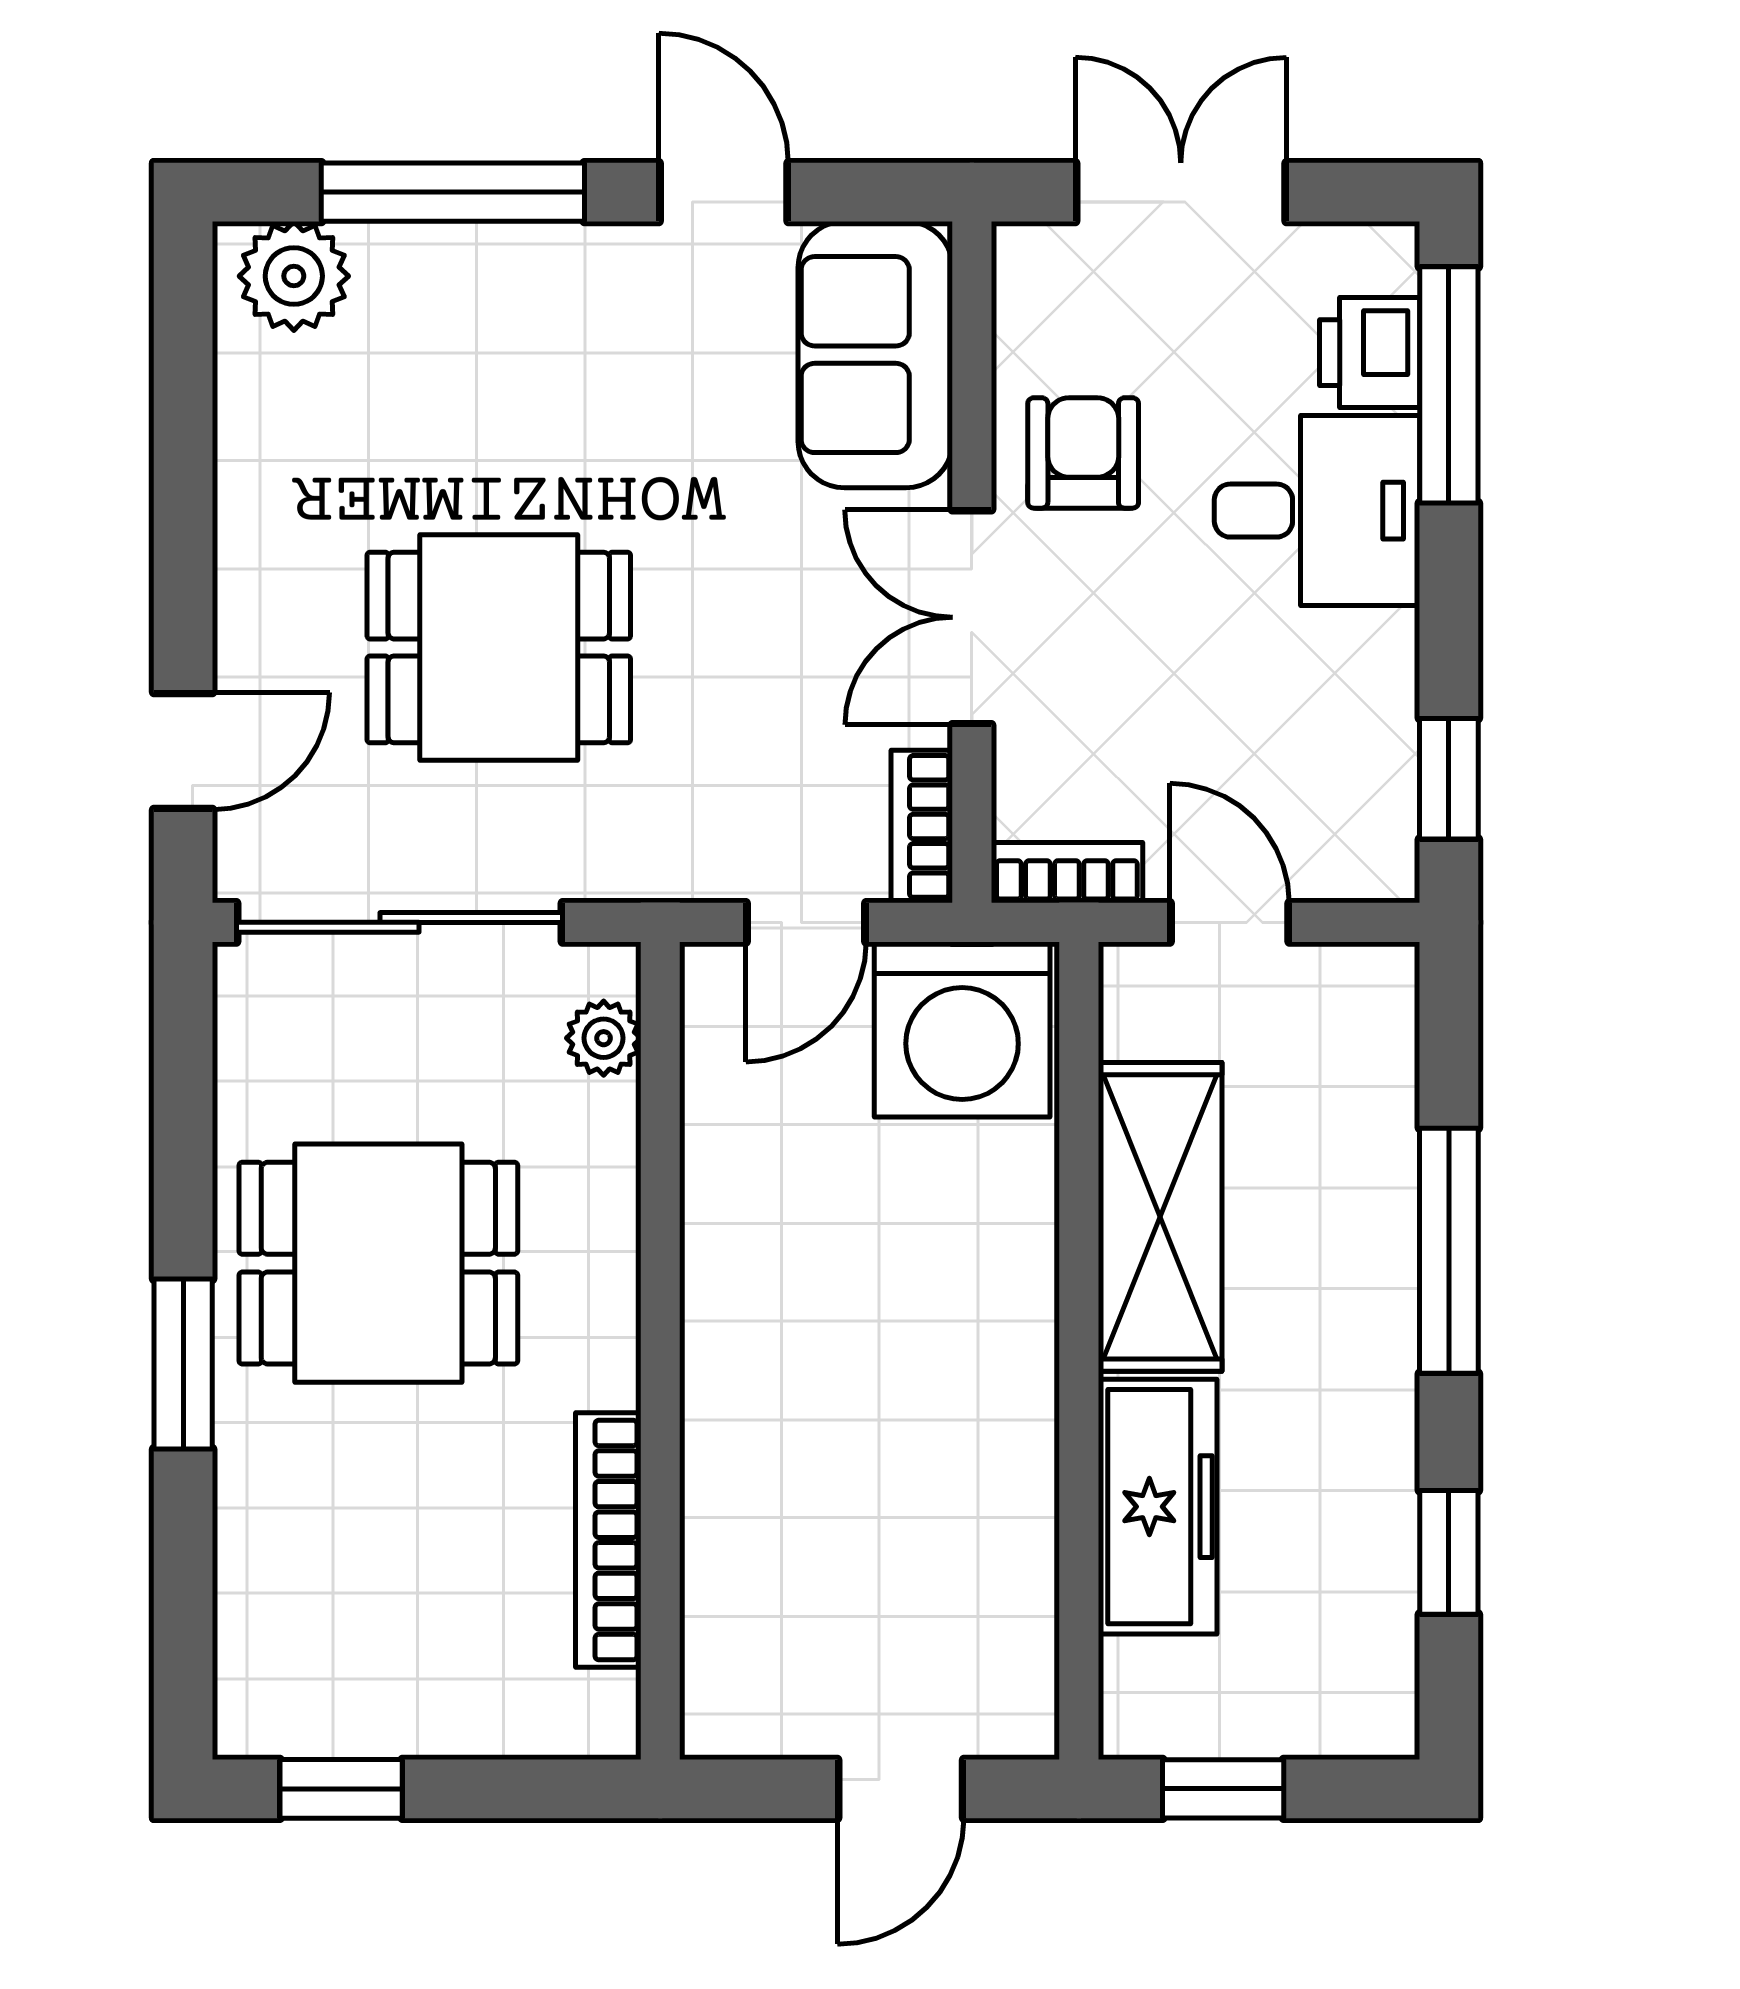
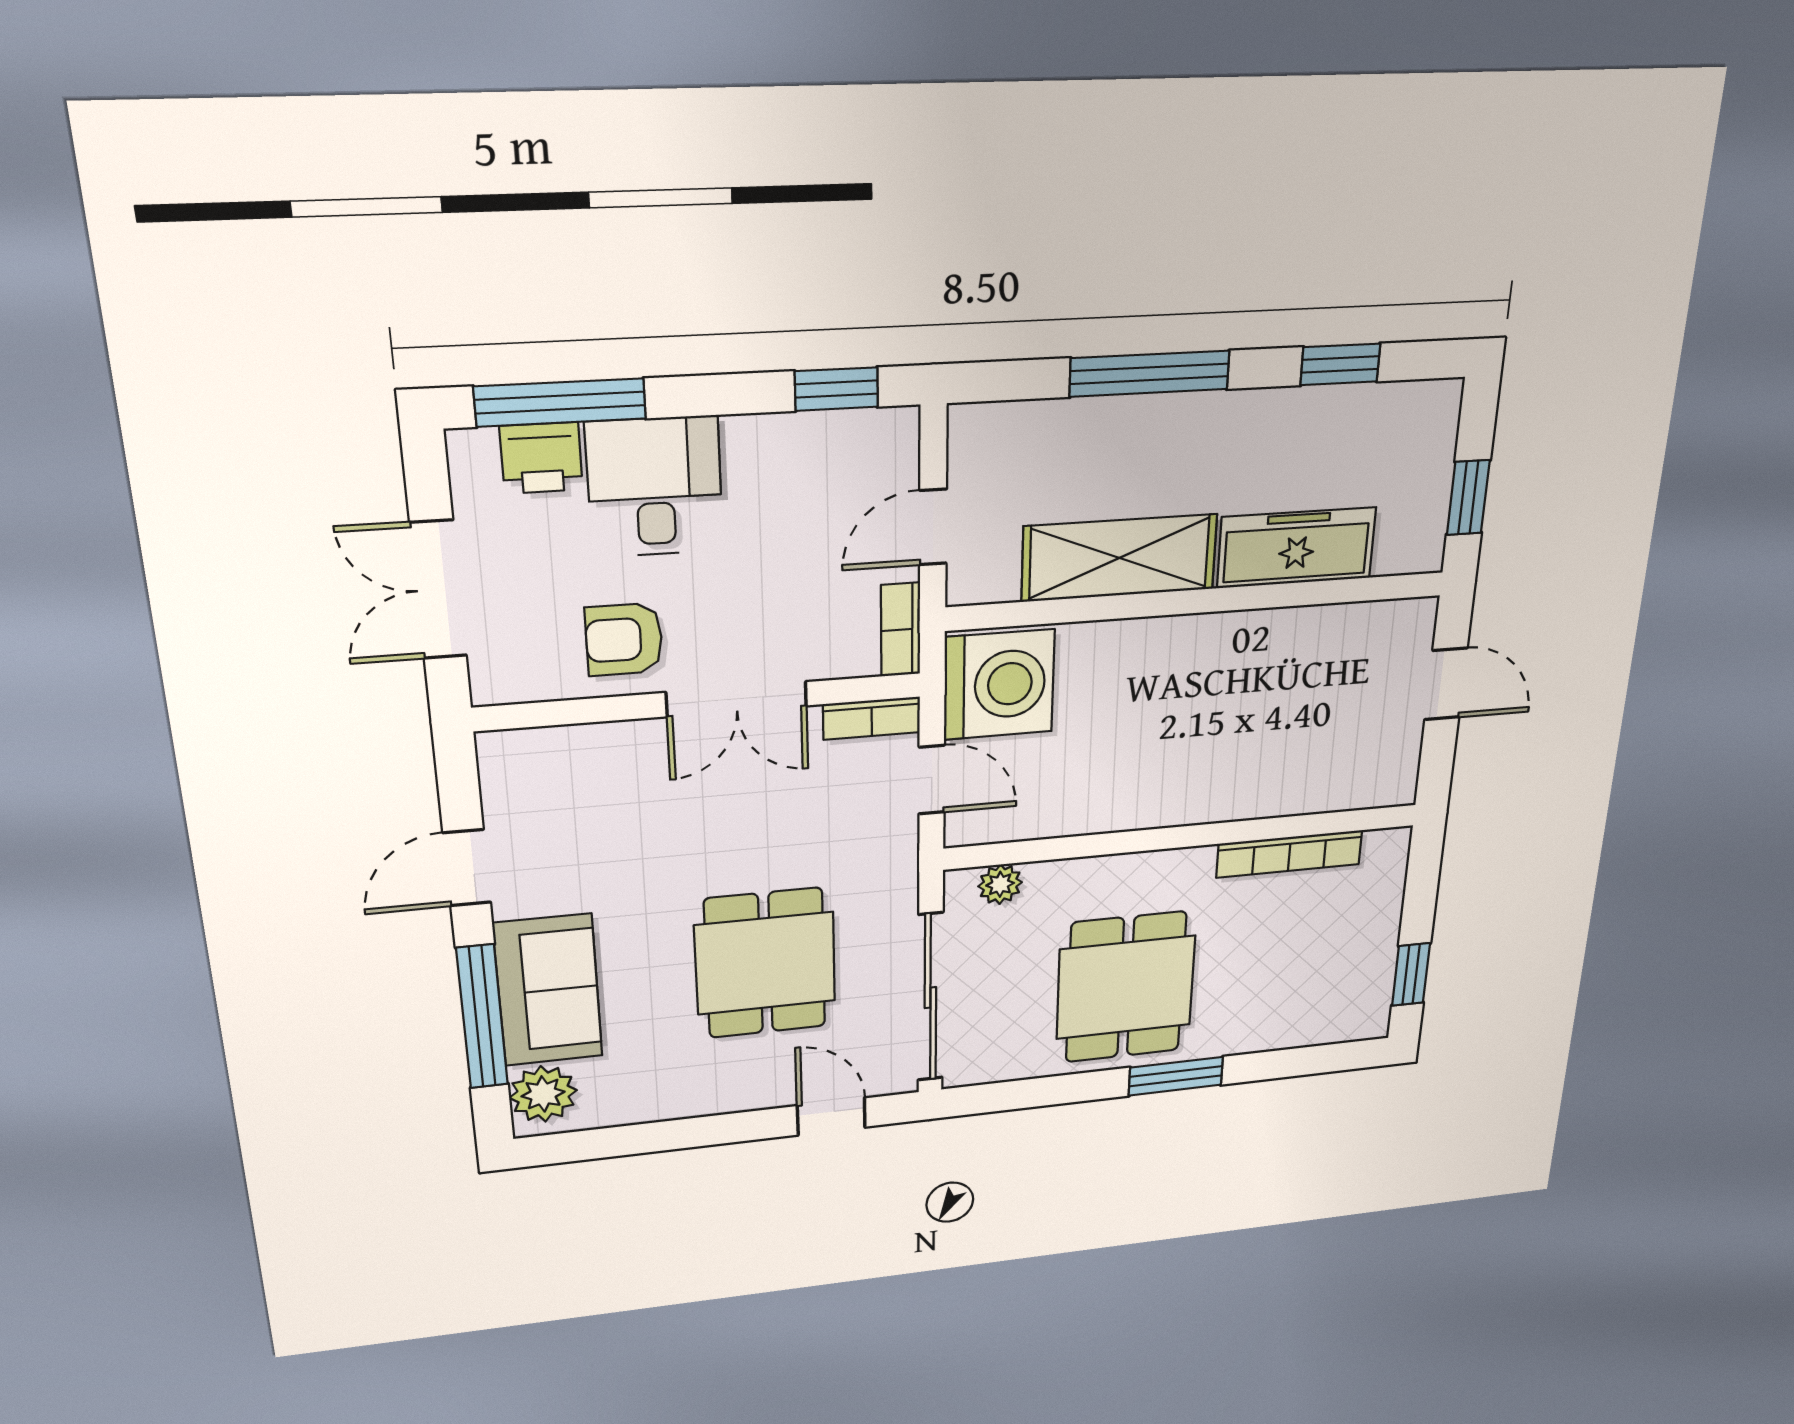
sofa: (875, 355) -> (548, 990), moved, turned -90

